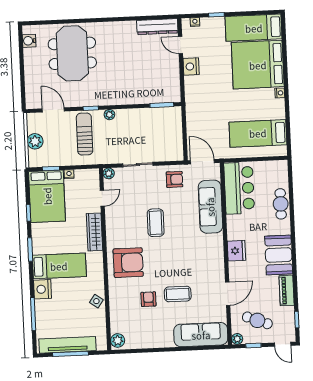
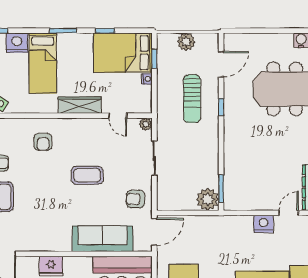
plant: (109, 115) -> (208, 199), moved, width x1.88, depth x1.88
sun lounger: (85, 134) -> (192, 99), turned 90
armchair: (174, 179) -> (135, 199), turned 90
armchair: (128, 263) -> (43, 142), width x0.53, depth x0.53

